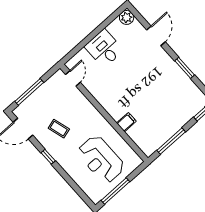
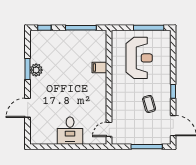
plant: (127, 17) -> (36, 70), moved

